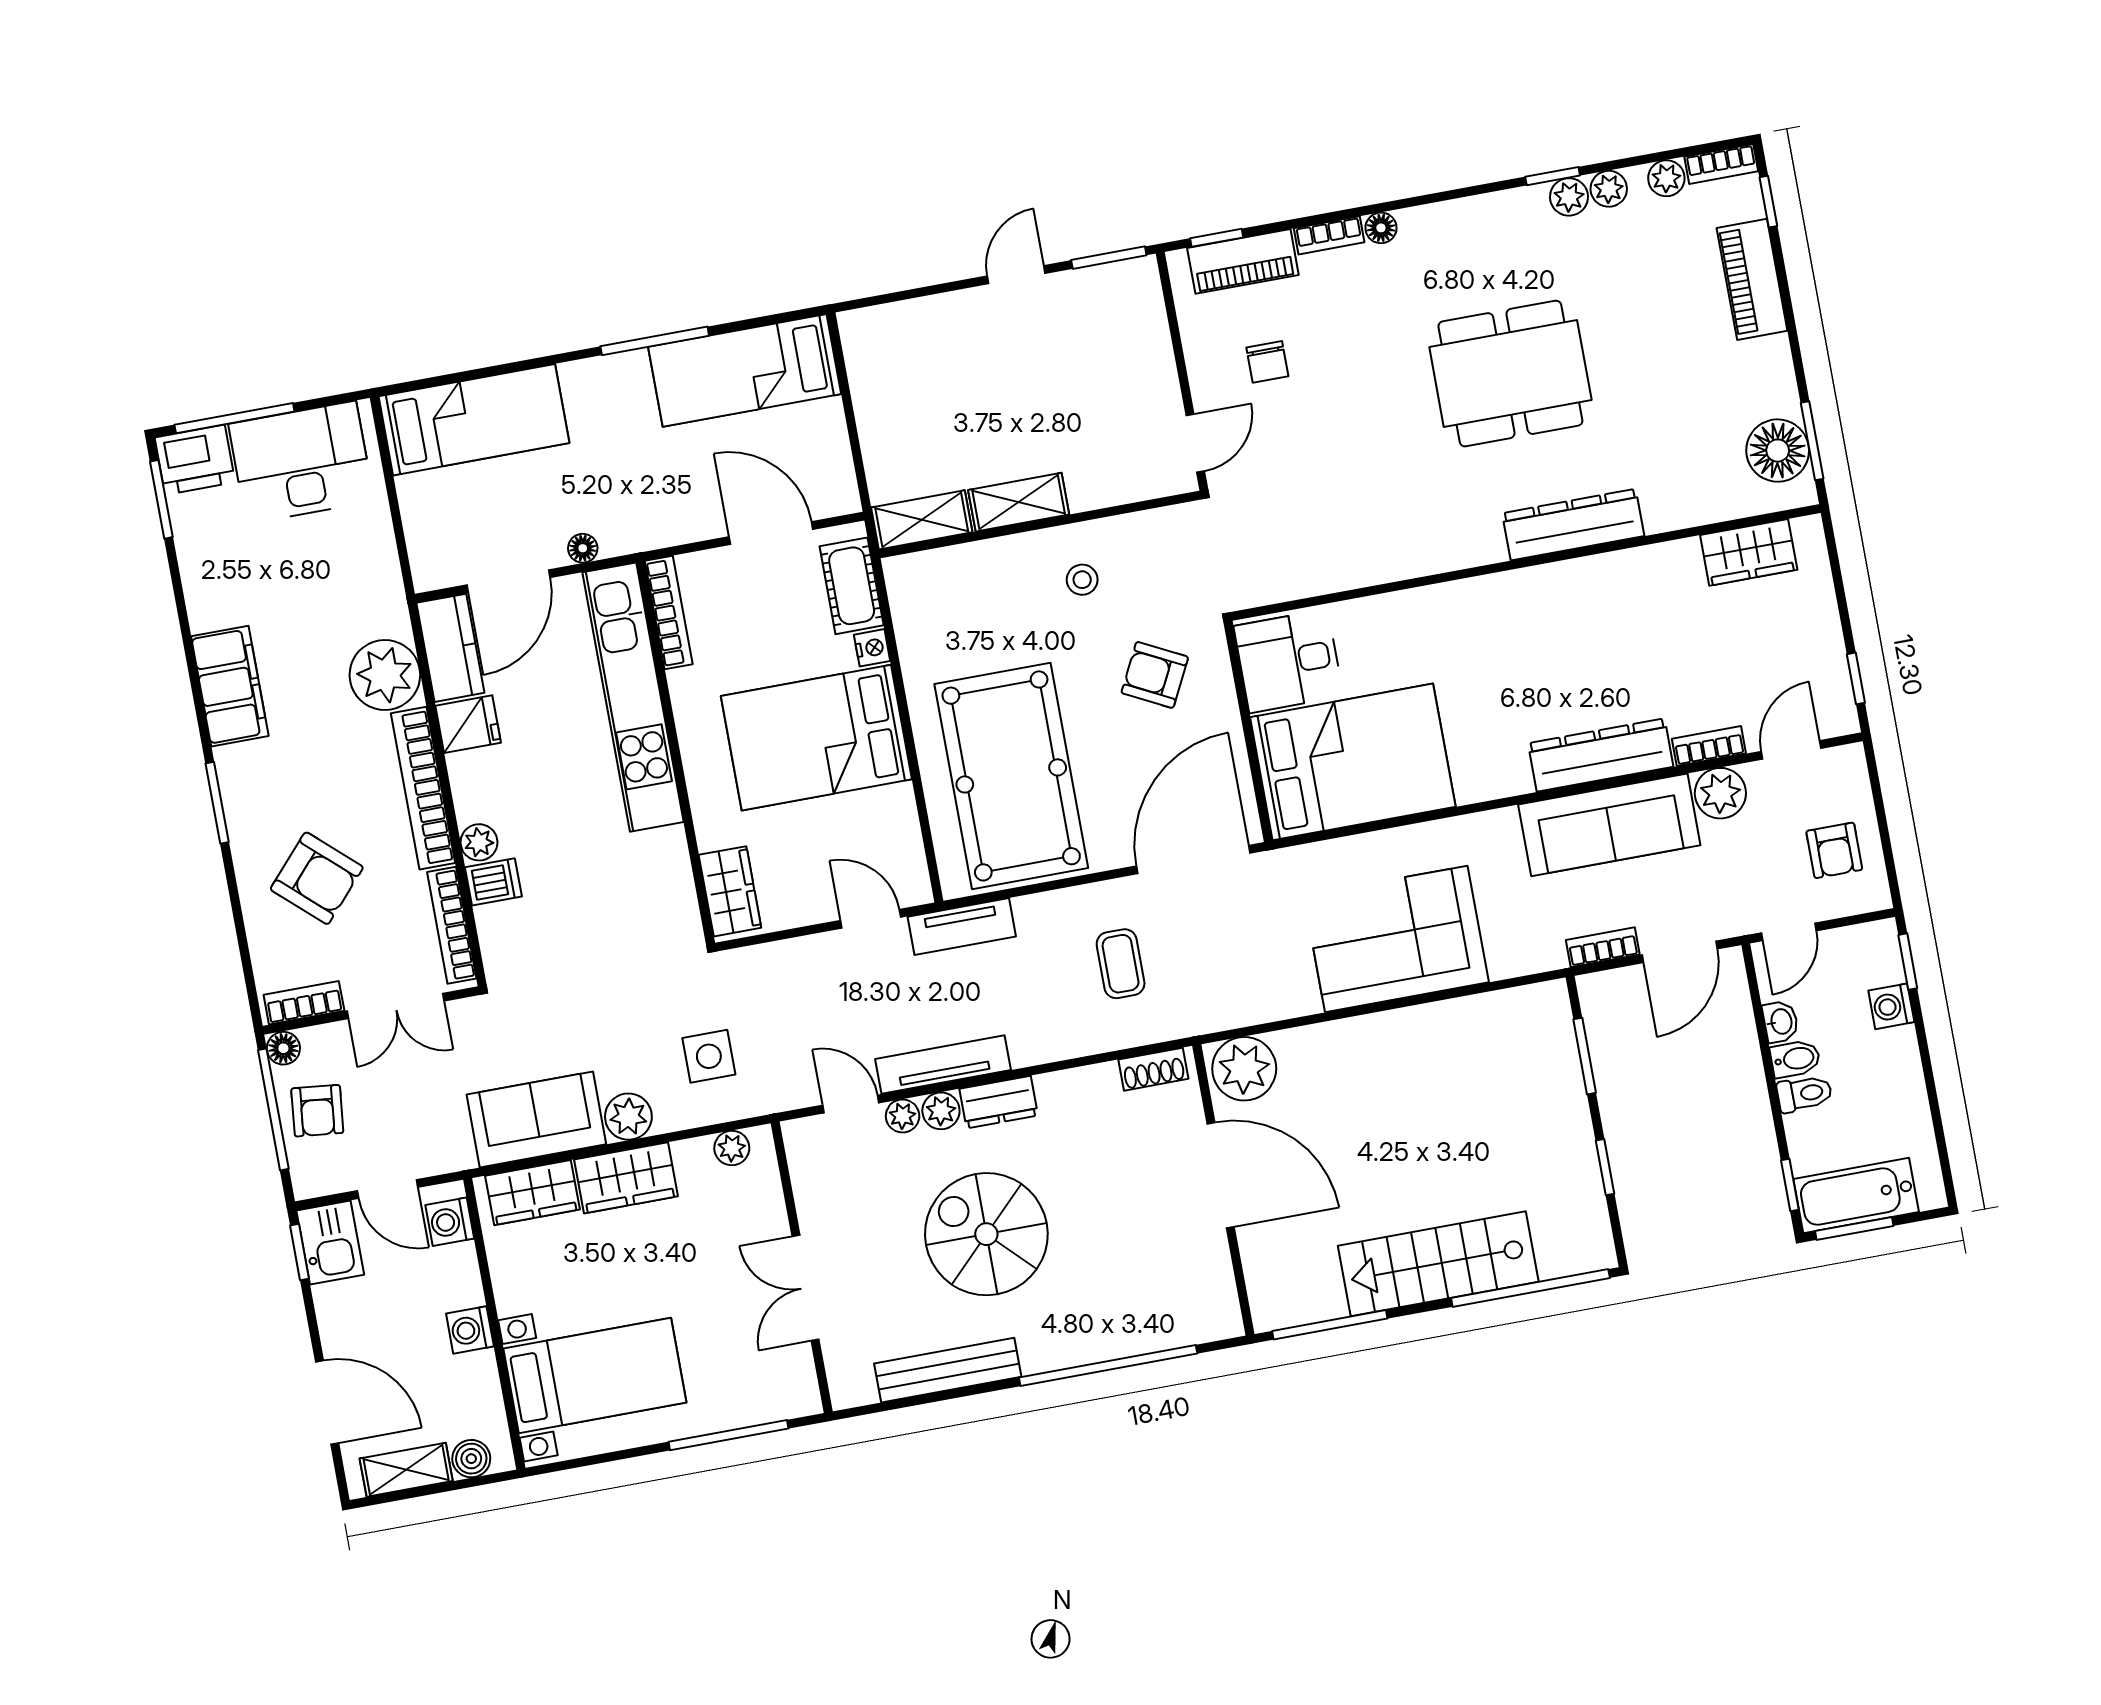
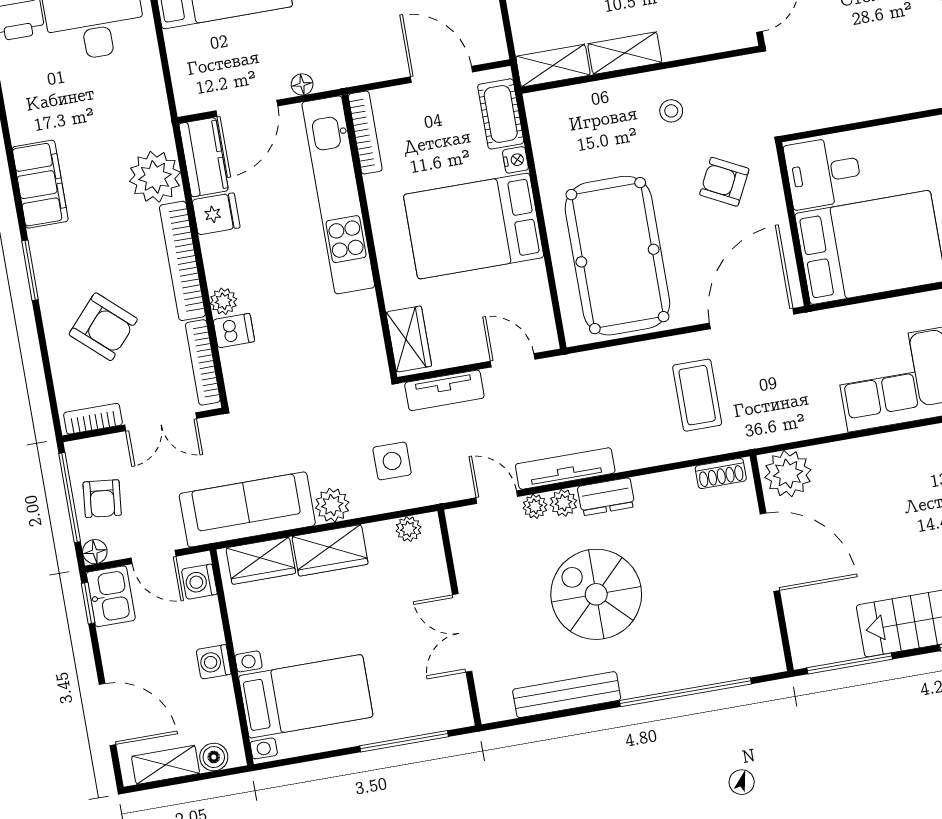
tv unit: (962, 927) -> (444, 390), moved
coffee table: (1121, 964) -> (697, 395), width x1.36, depth x1.30
floor lamp: (283, 1048) -> (95, 552), moved
sofa: (536, 1119) -> (247, 509), width x1.36

